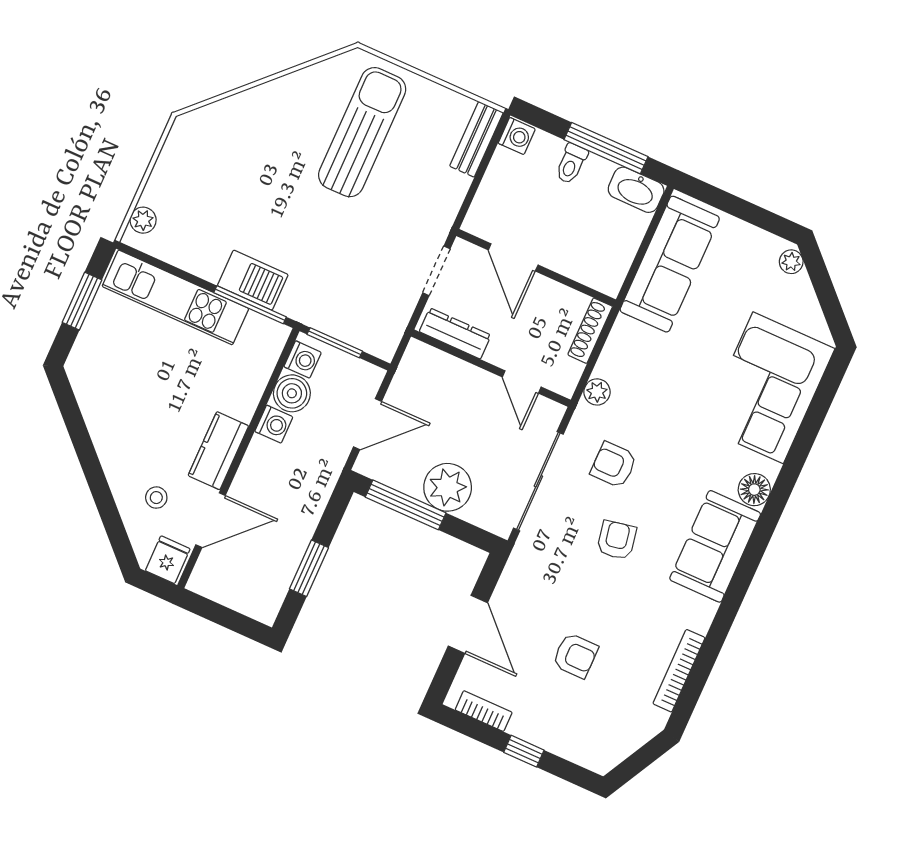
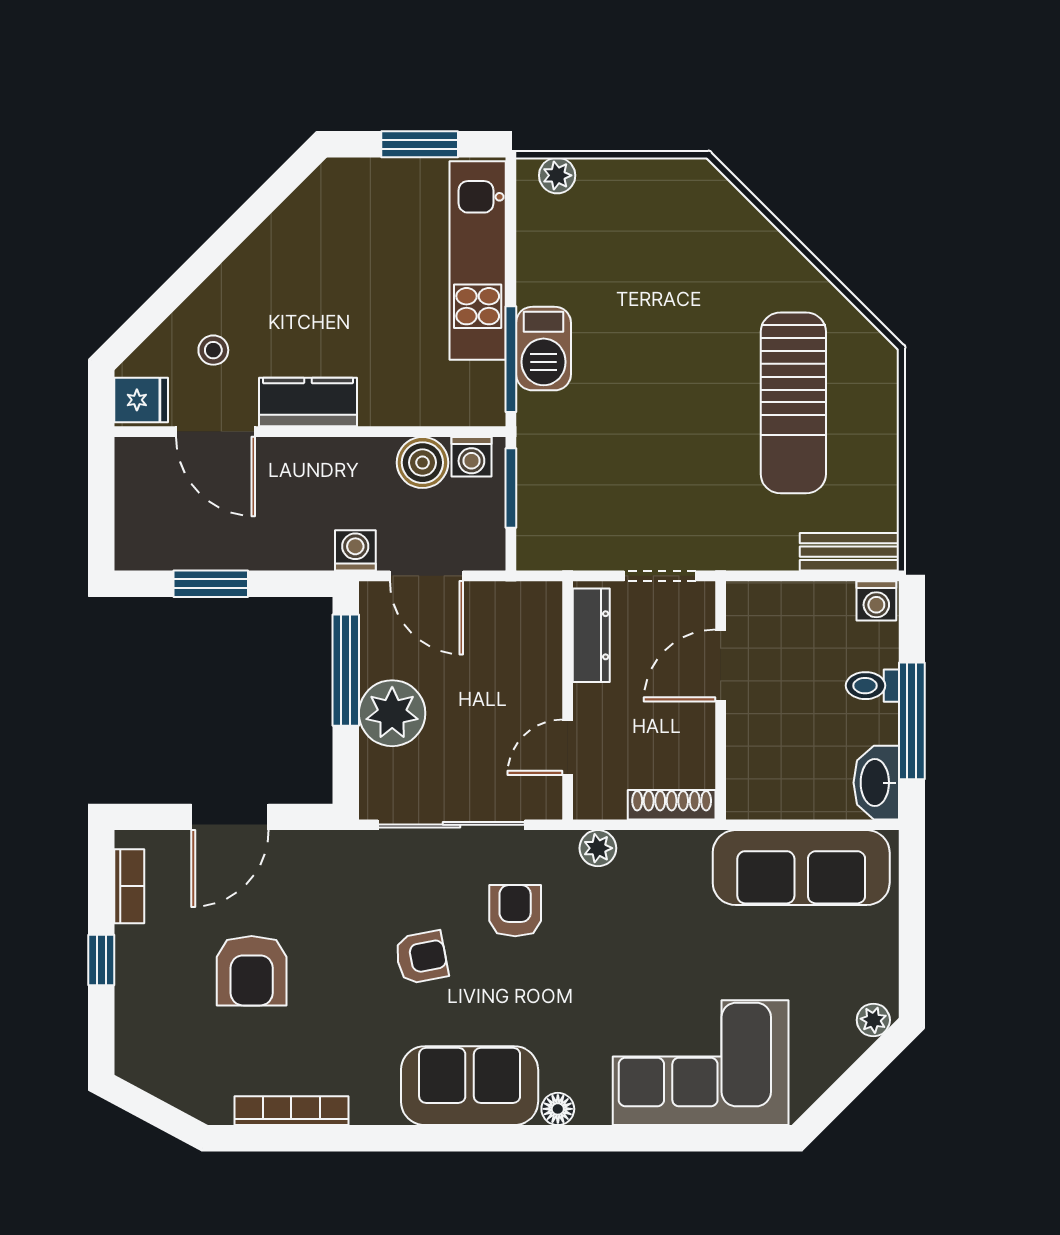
sun lounger: (362, 132) -> (793, 403), turned 90
washing machine: (274, 424) -> (355, 550), moved, turned 180
floor lamp: (754, 490) -> (558, 1109), width x0.73, depth x0.73
armchair: (575, 656) -> (252, 971), width x1.38, depth x1.38

